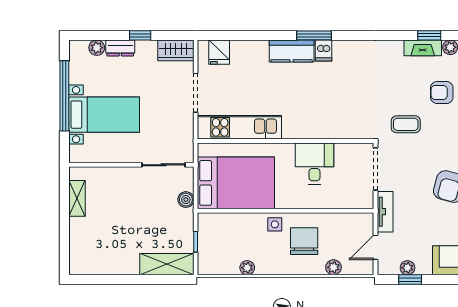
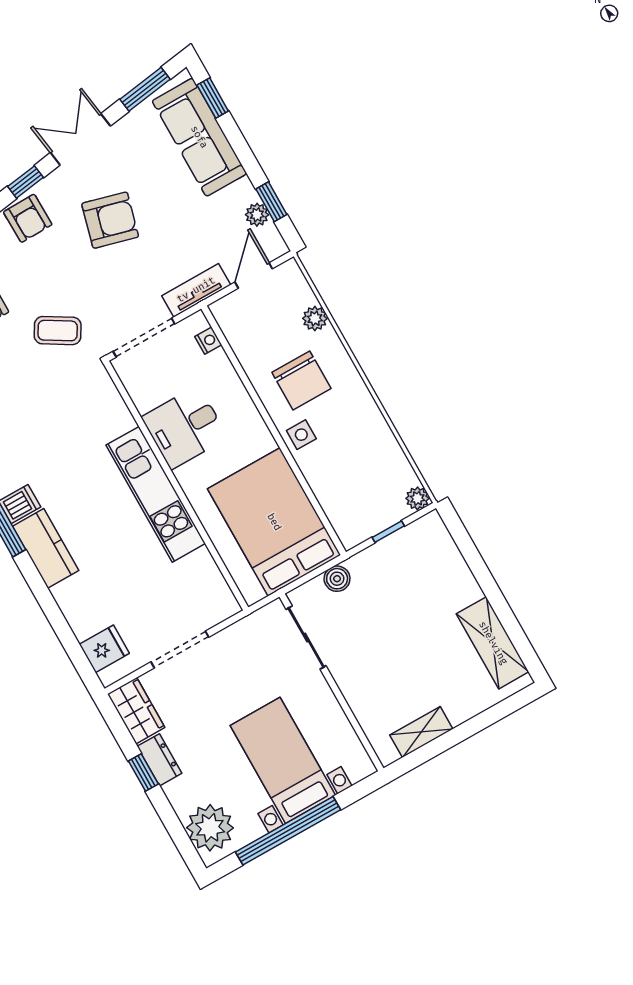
plant: (97, 48) -> (210, 828), width x1.88, depth x1.88
dresser: (120, 48) -> (159, 760), moved
coffee table: (406, 124) -> (58, 331), turned -59
kitchen unit: (239, 127) -> (156, 494), moved
nightstand: (354, 203) -> (208, 341), added
chair: (304, 241) -> (301, 380), turned -90
door: (376, 247) -> (254, 275), swing flipped
shelving: (167, 264) -> (493, 643), moved
plant: (247, 268) -> (417, 498), moved

